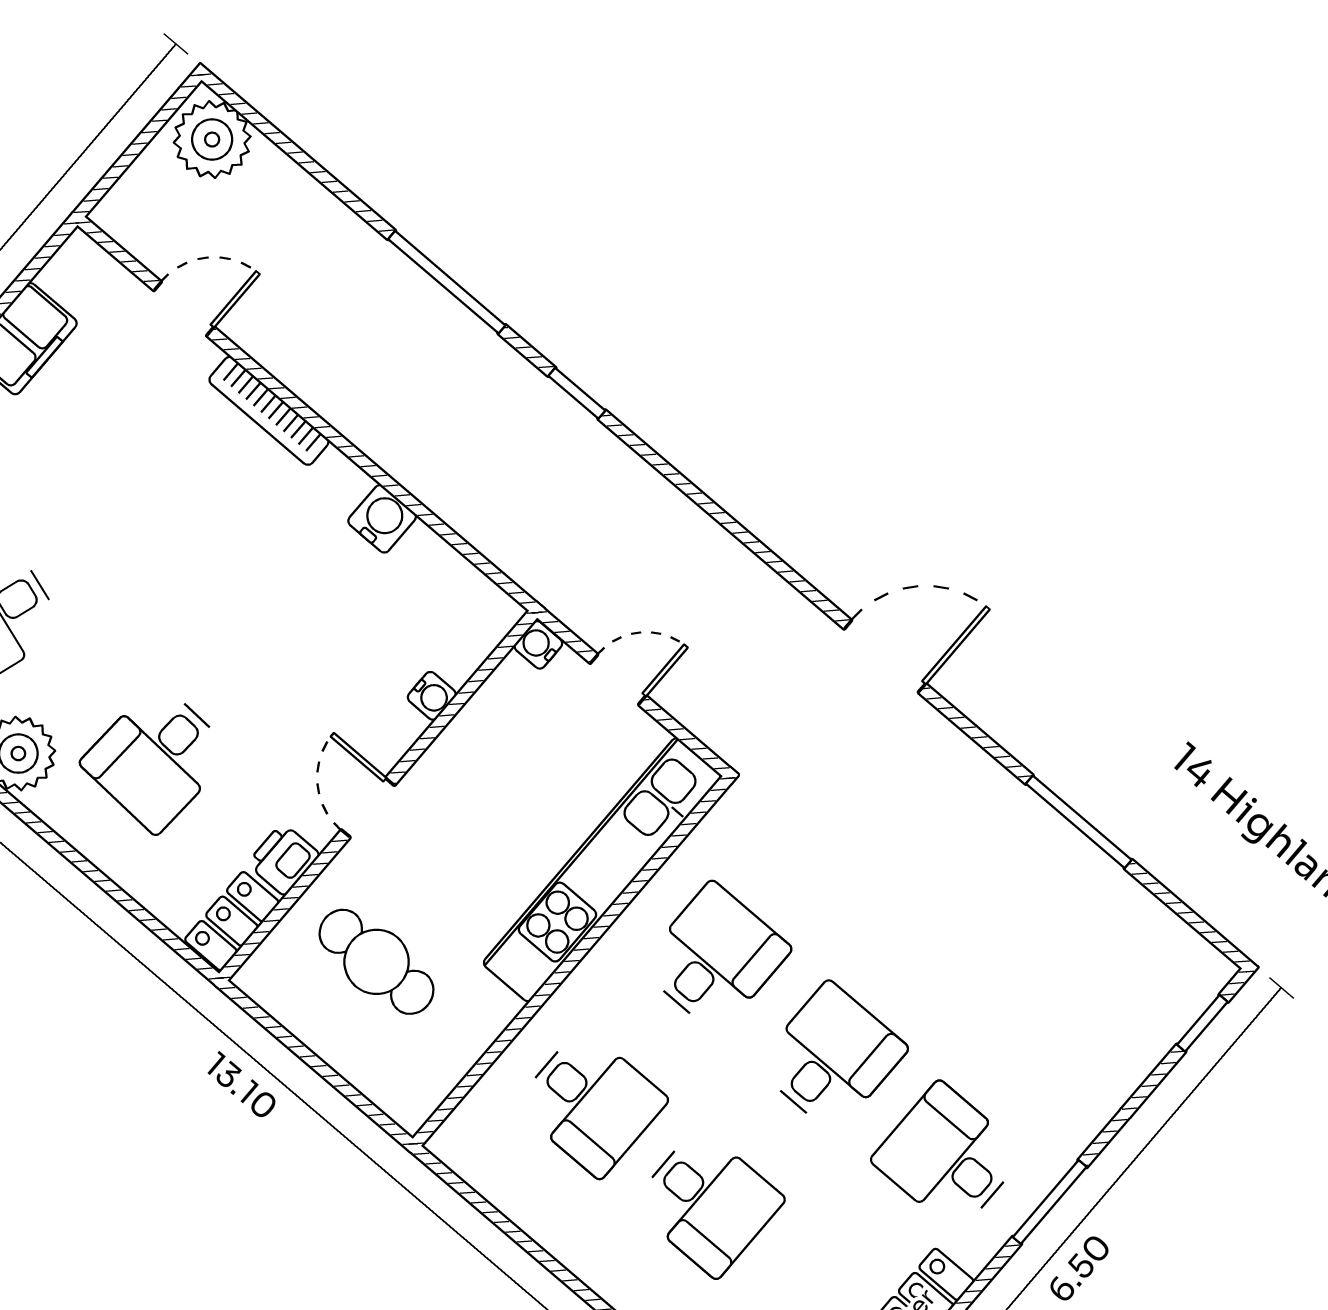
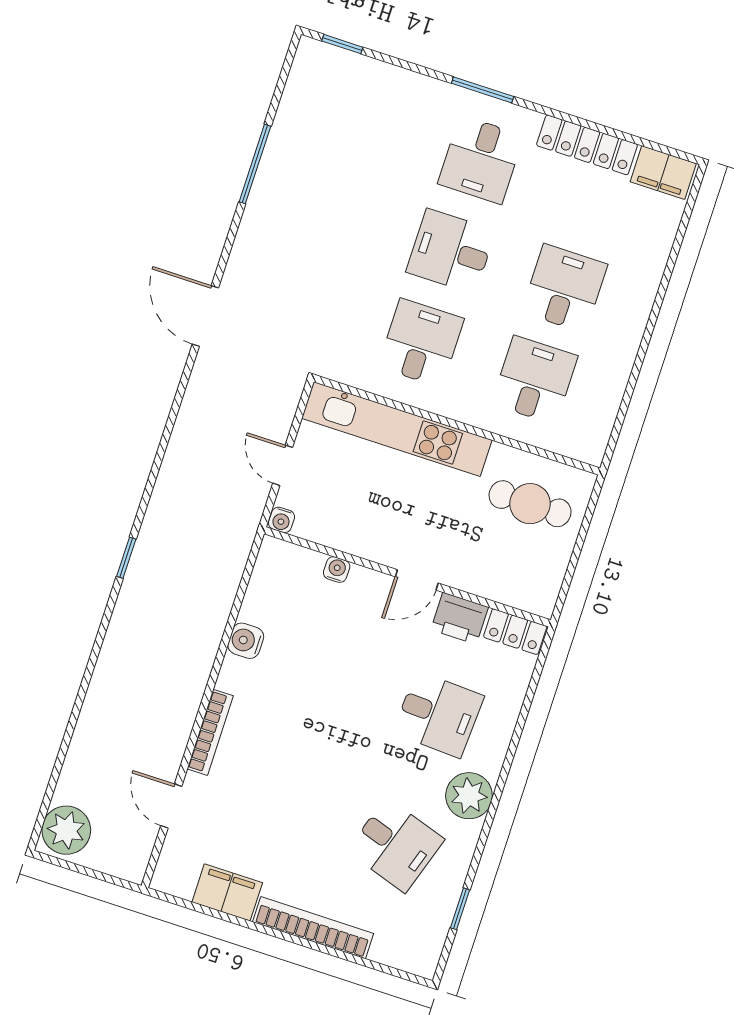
window: (447, 282) -> (93, 660), removed
printer: (283, 859) -> (460, 618), width x1.36, depth x1.24
desk: (715, 958) -> (421, 343), turned 90
cafe table: (377, 962) -> (530, 504), moved, turned 90

